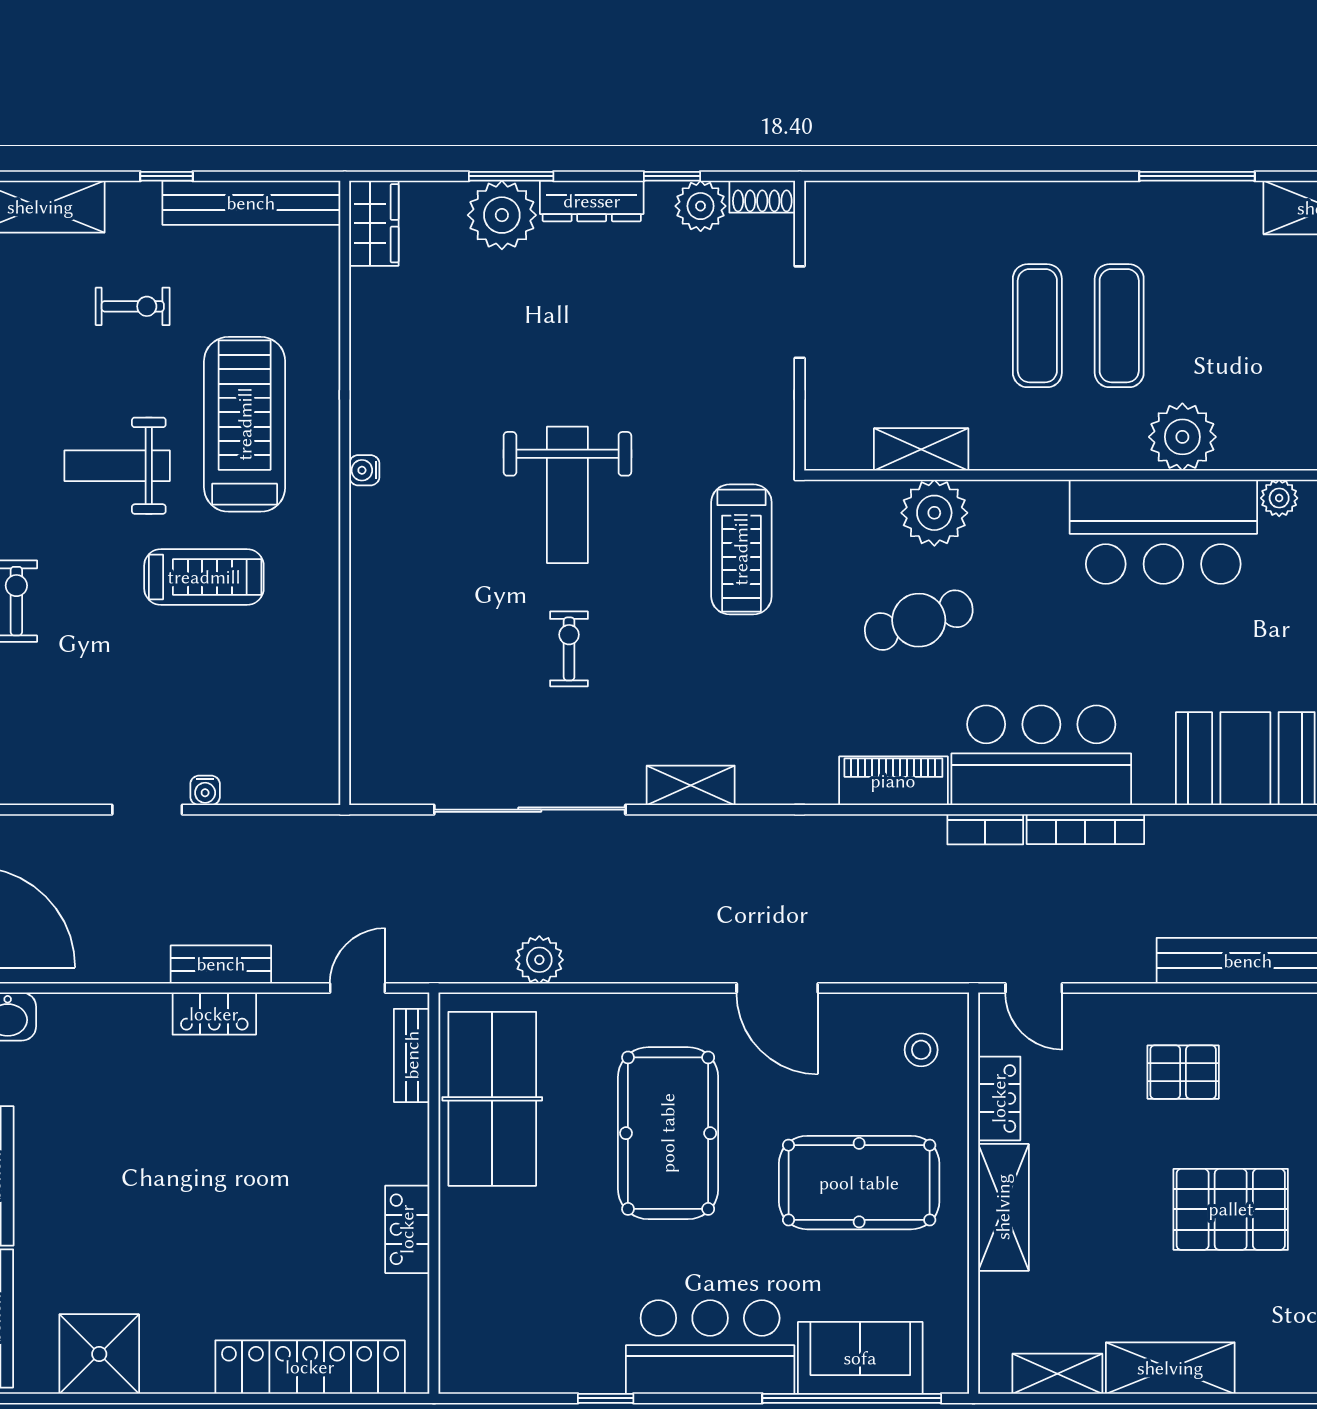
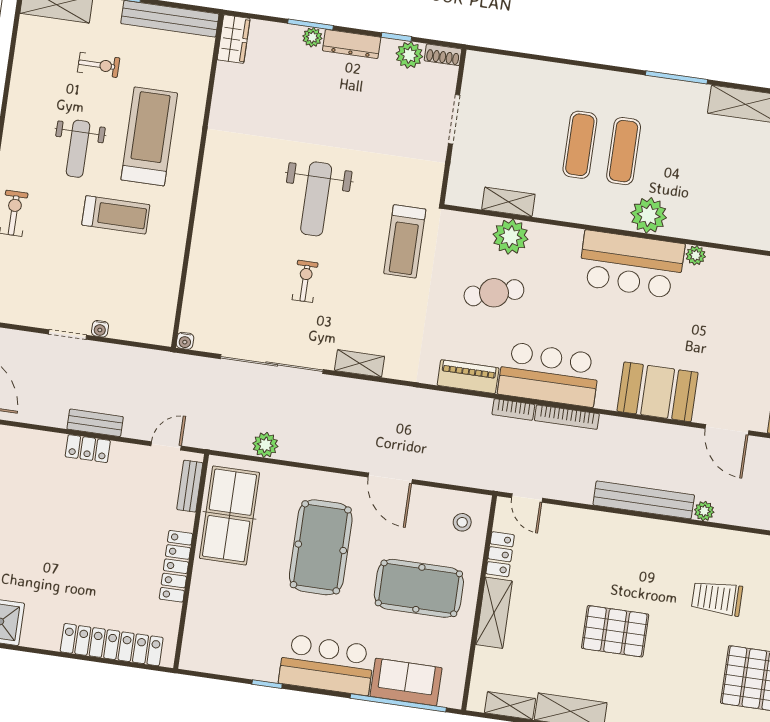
plant: (502, 215) -> (312, 37), width x0.53, depth x0.53
weight bench: (117, 466) -> (78, 149), turned -90
water cooler: (364, 470) -> (185, 341), moved, turned -90
pallet: (1183, 1072) -> (600, 554), removed
locker: (407, 1229) -> (176, 566), width x1.53

